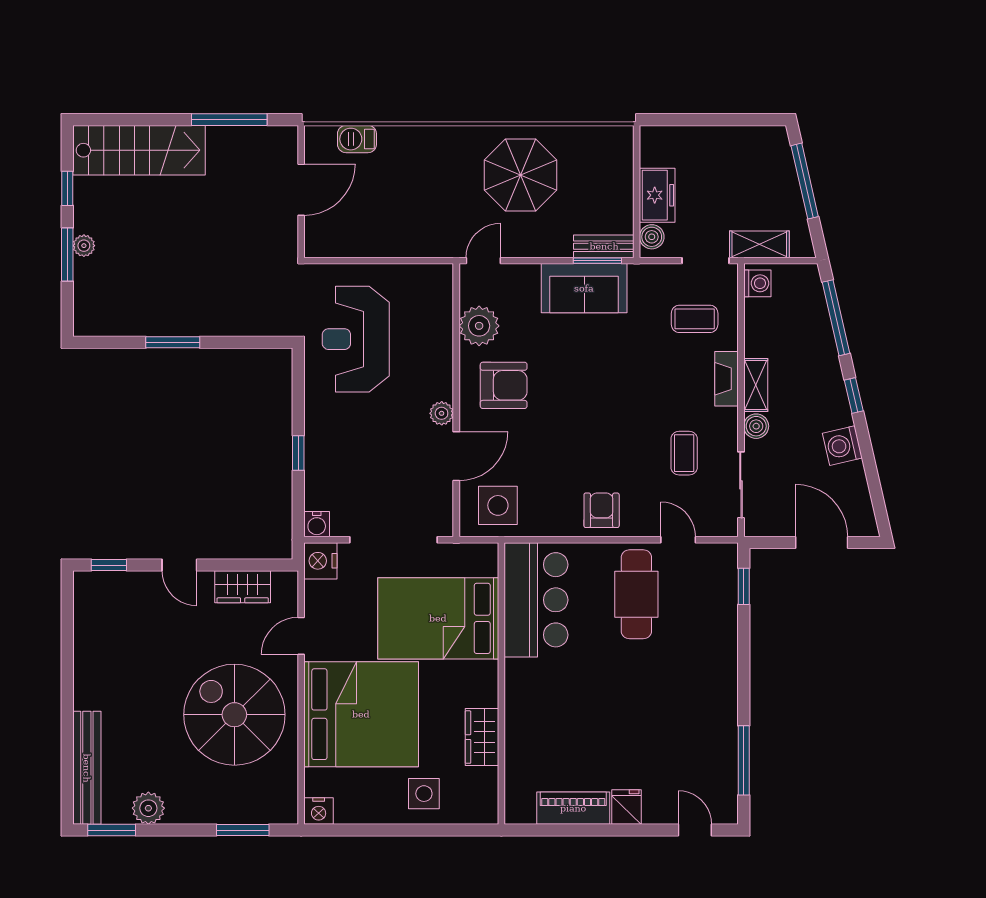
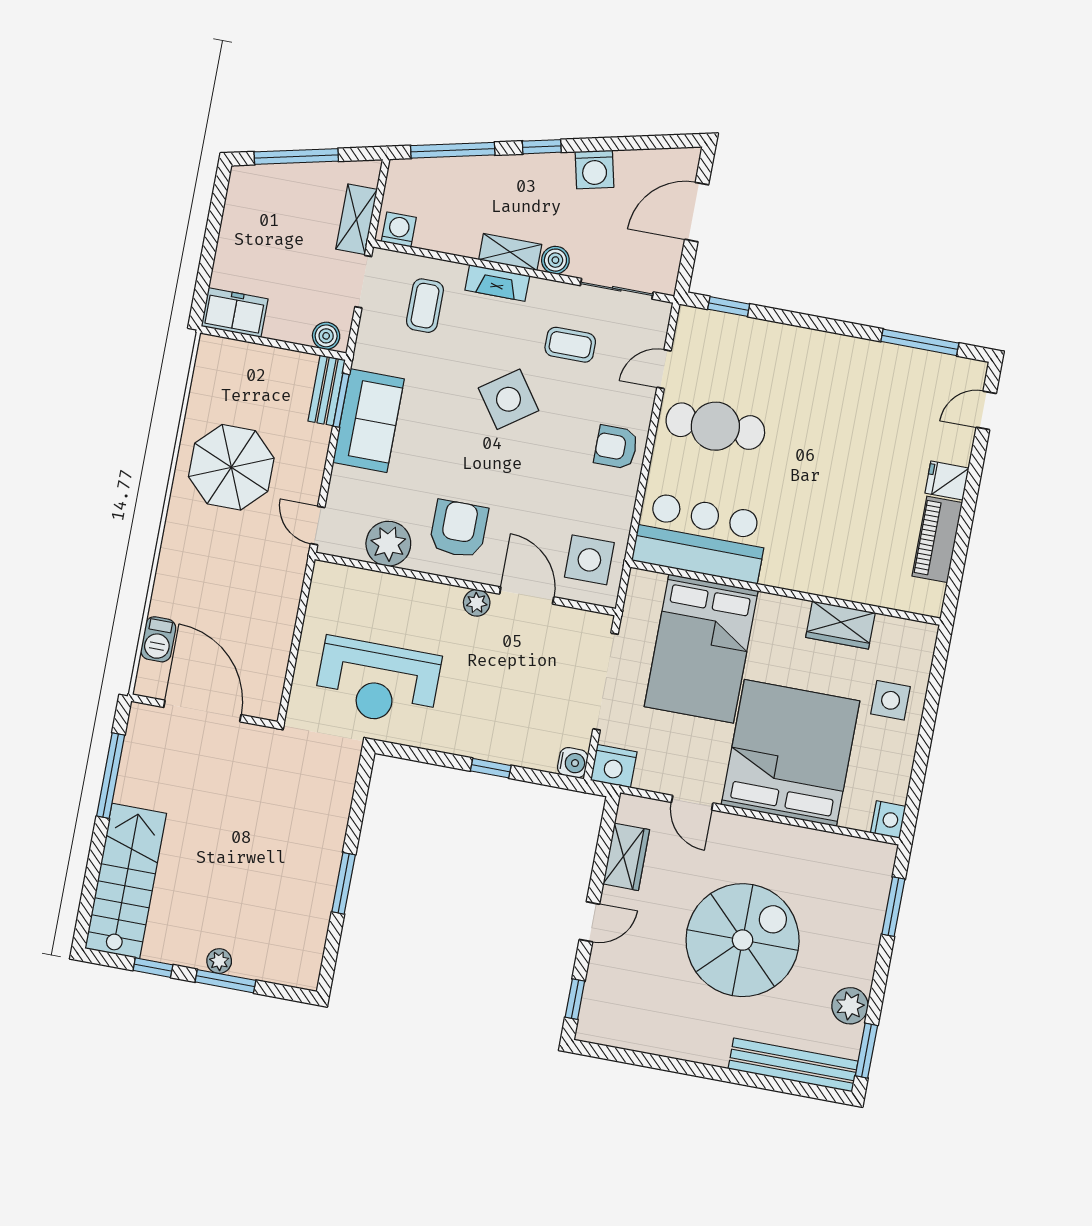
door: (301, 190) -> (202, 711), width x1.36
freezer: (657, 195) -> (235, 313), moved
side table: (626, 408) -> (508, 399), added
spiral stairs: (234, 715) -> (743, 940), moved, turned 180

